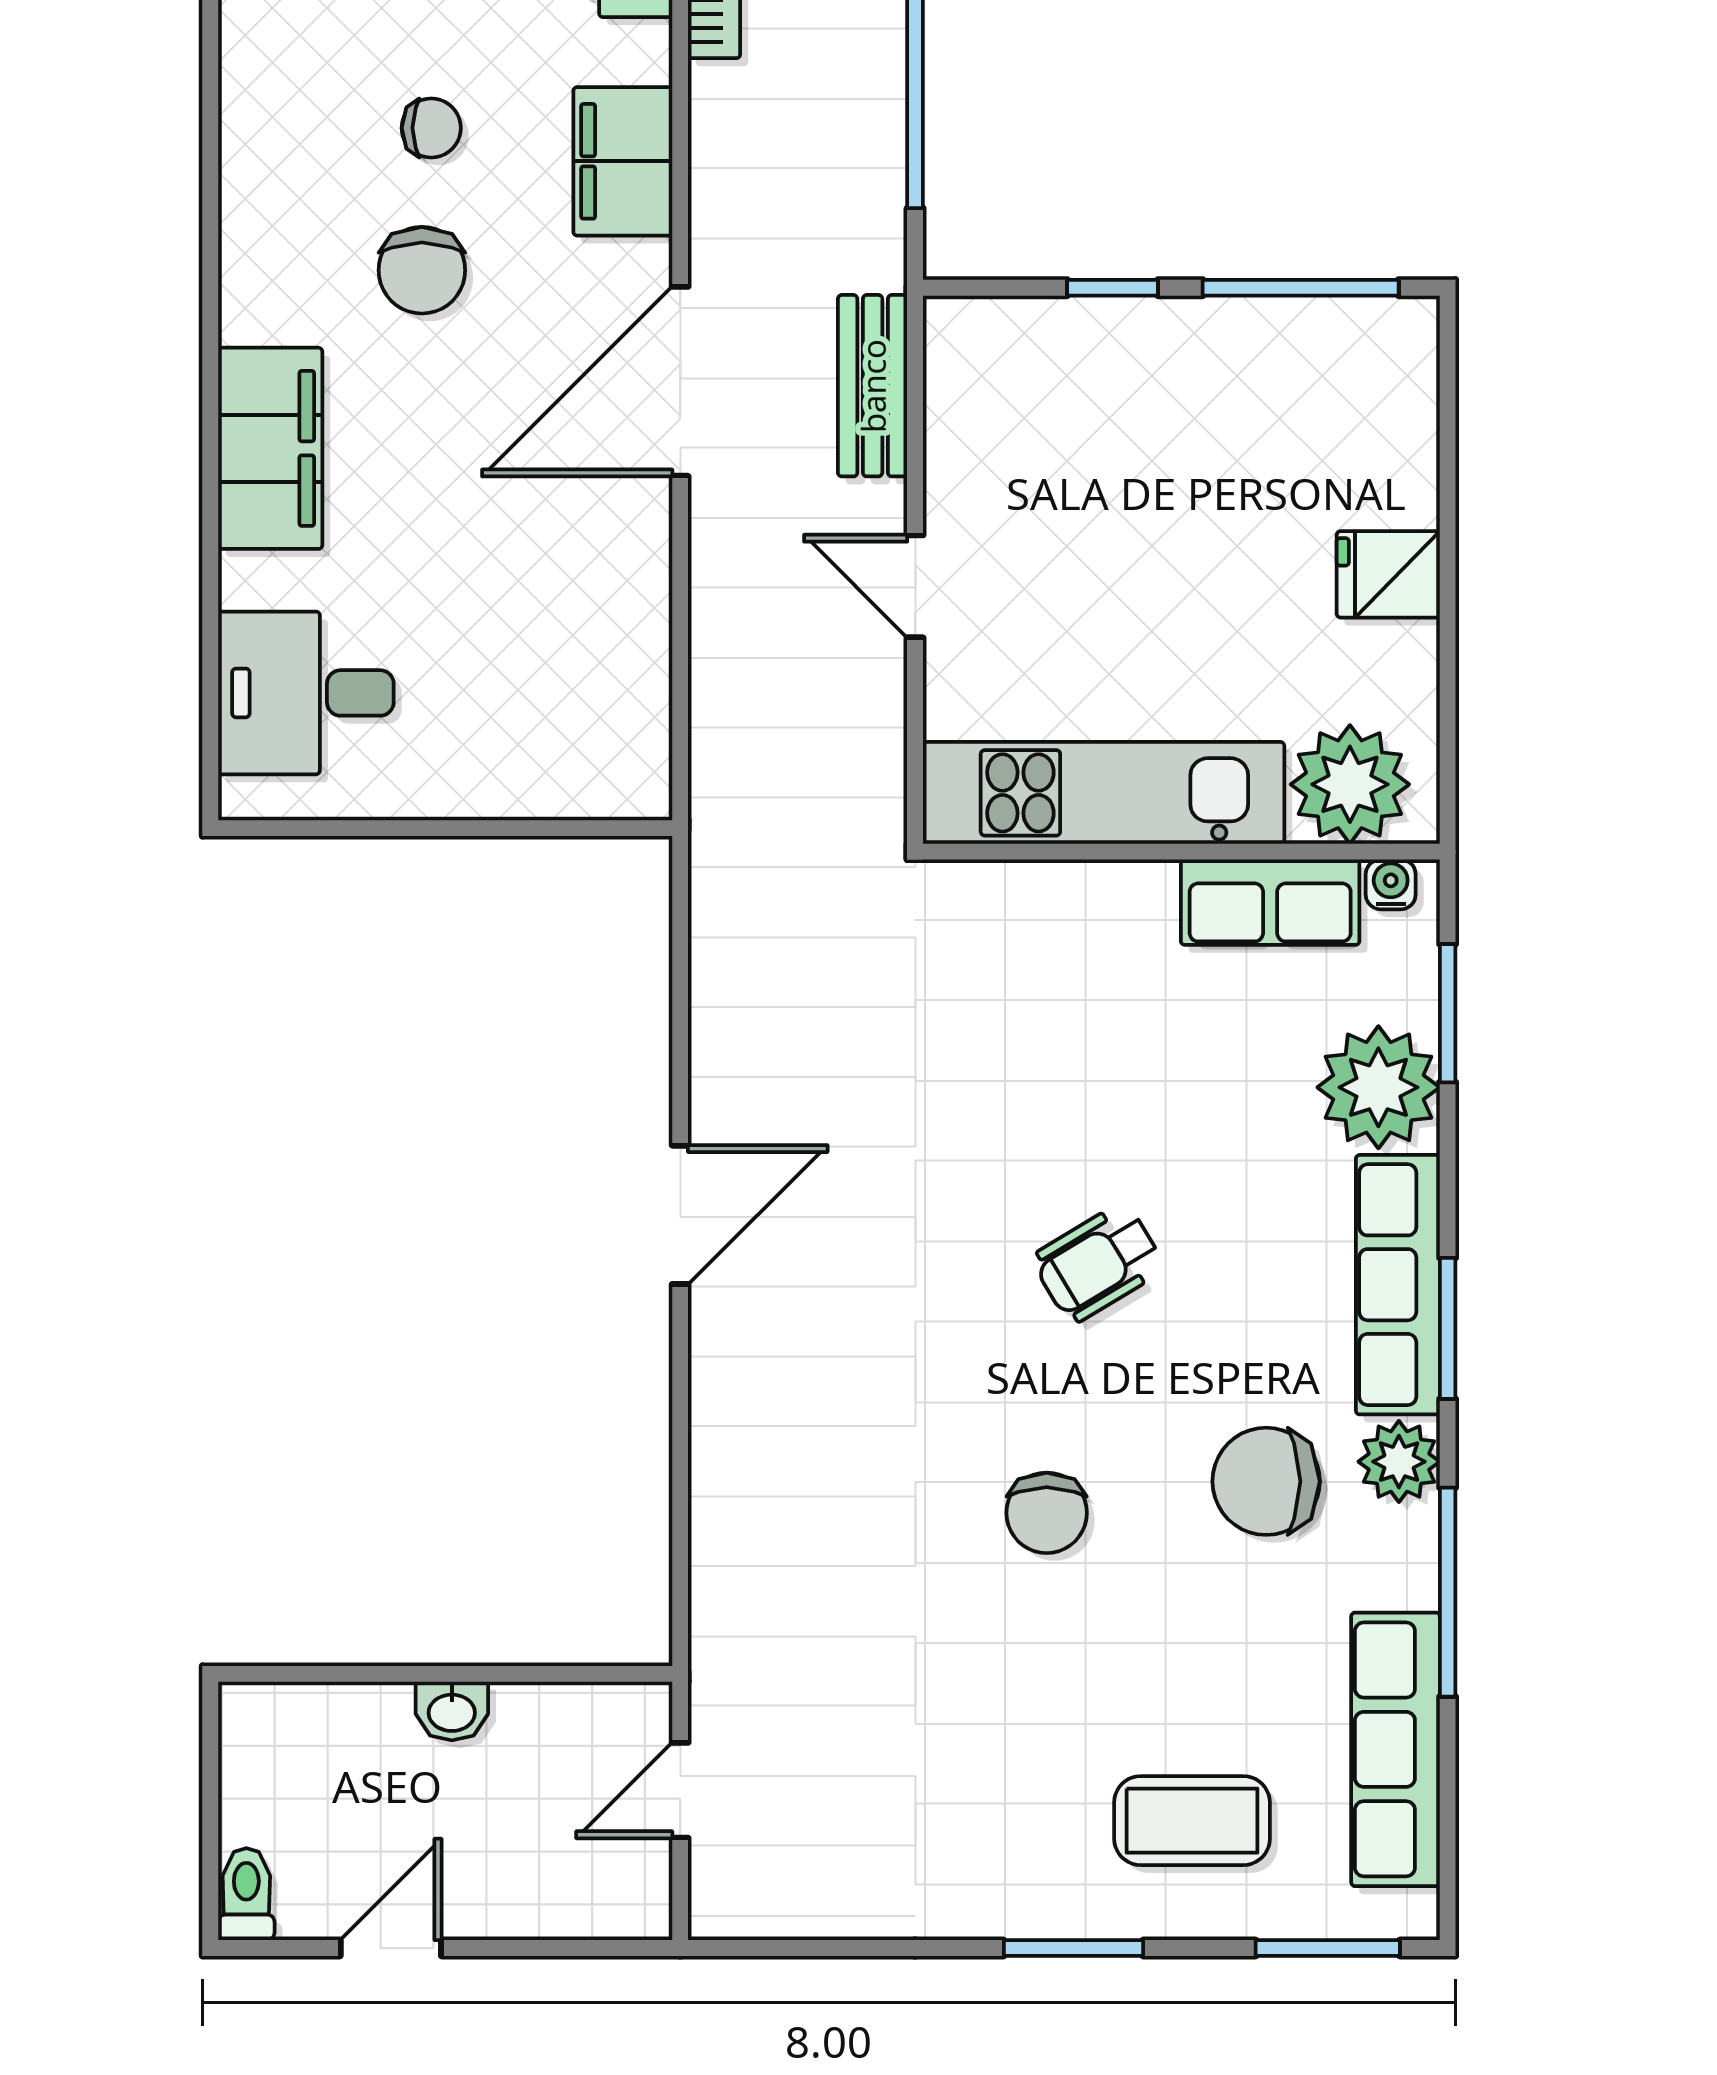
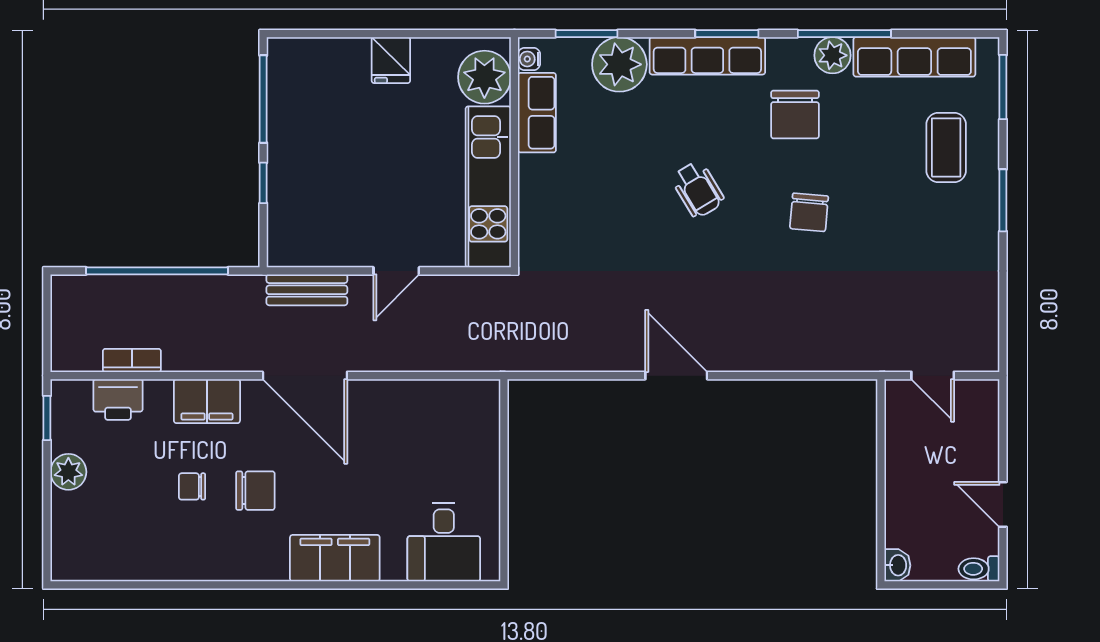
chair: (431, 128) -> (192, 486), turned -90
plant: (1399, 1462) -> (832, 55), moved
chair: (1047, 1513) -> (809, 212), turned 95
washbasin: (452, 1711) -> (897, 565), moved

